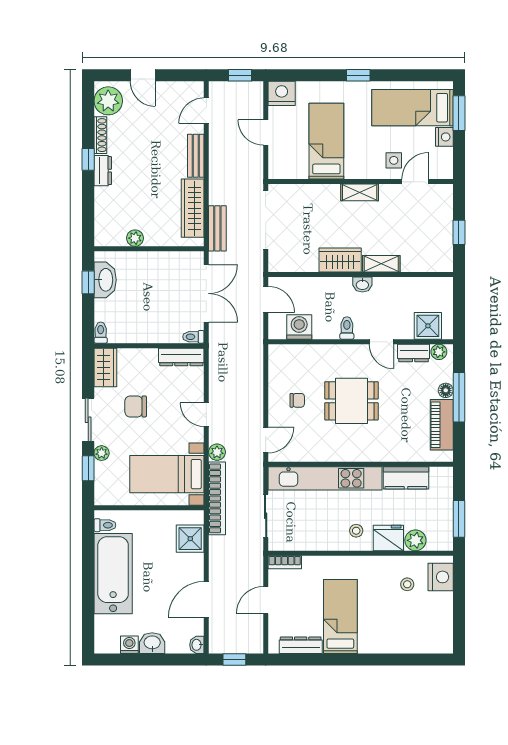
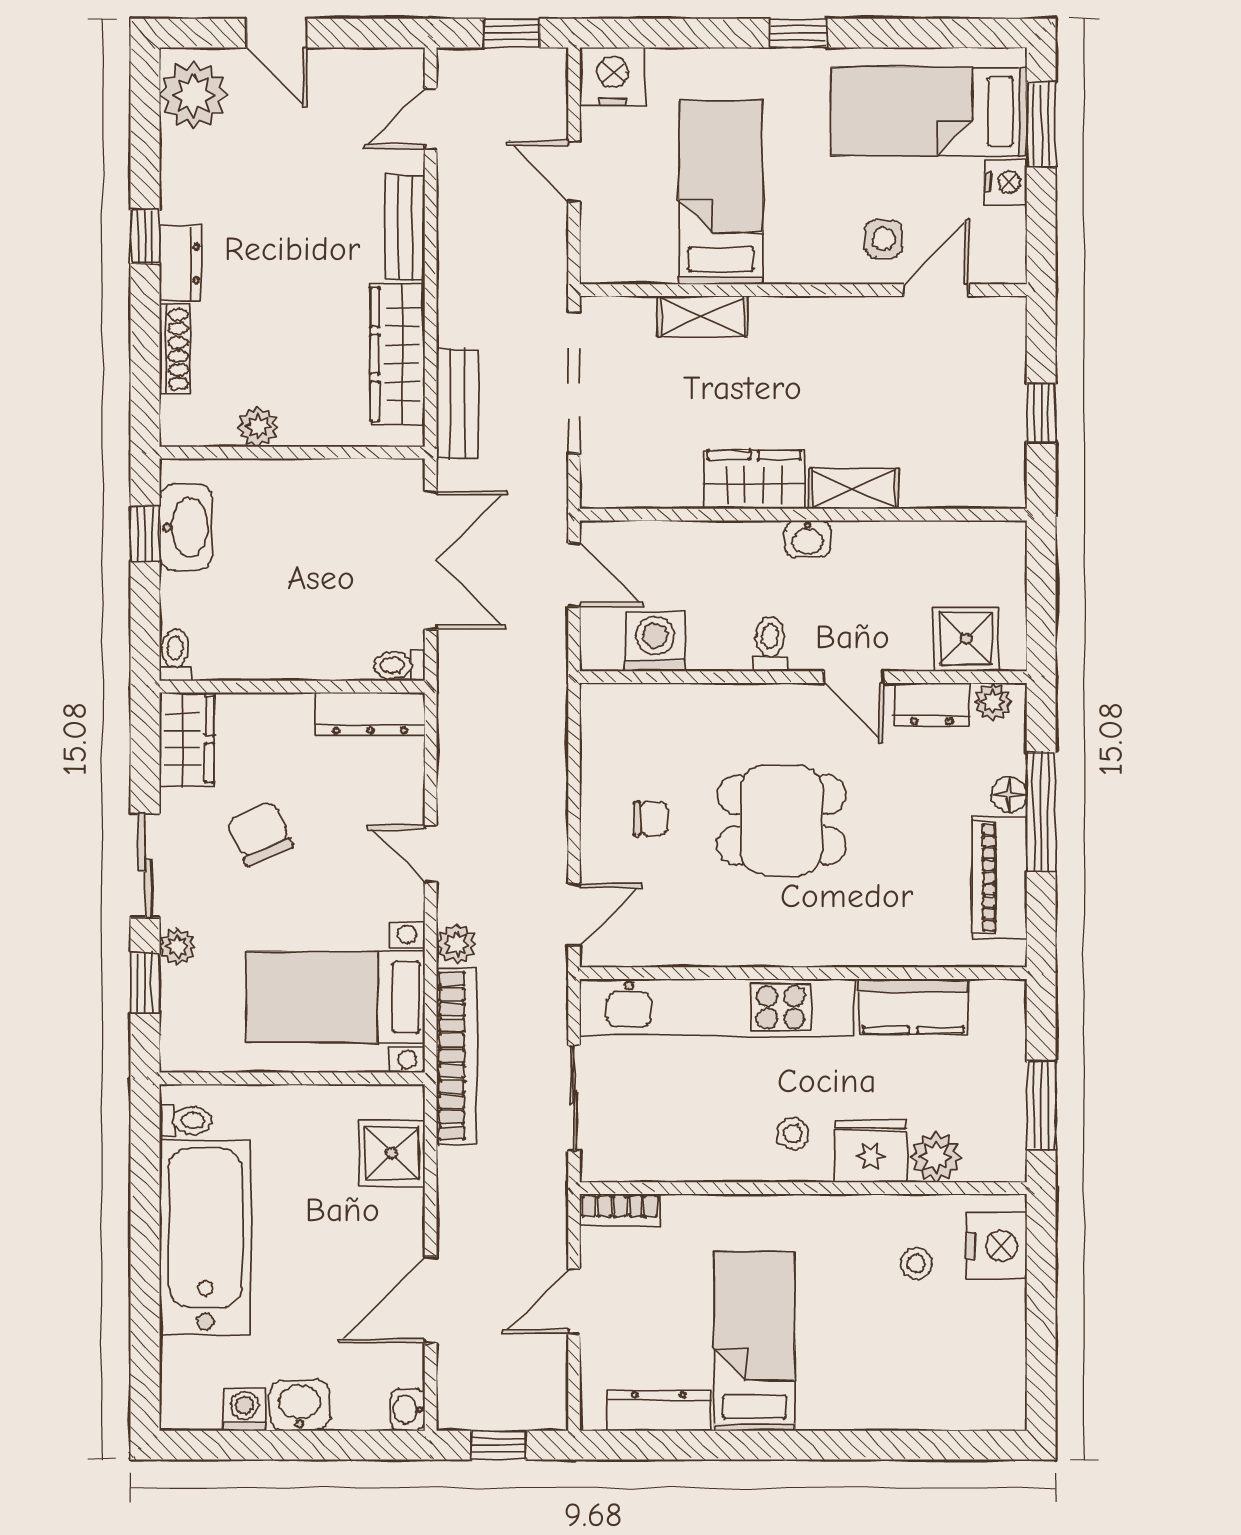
shoe rack: (100, 135) -> (175, 349), moved
shelving: (360, 192) -> (703, 316), moved
chair: (136, 406) -> (260, 834), turned 66

